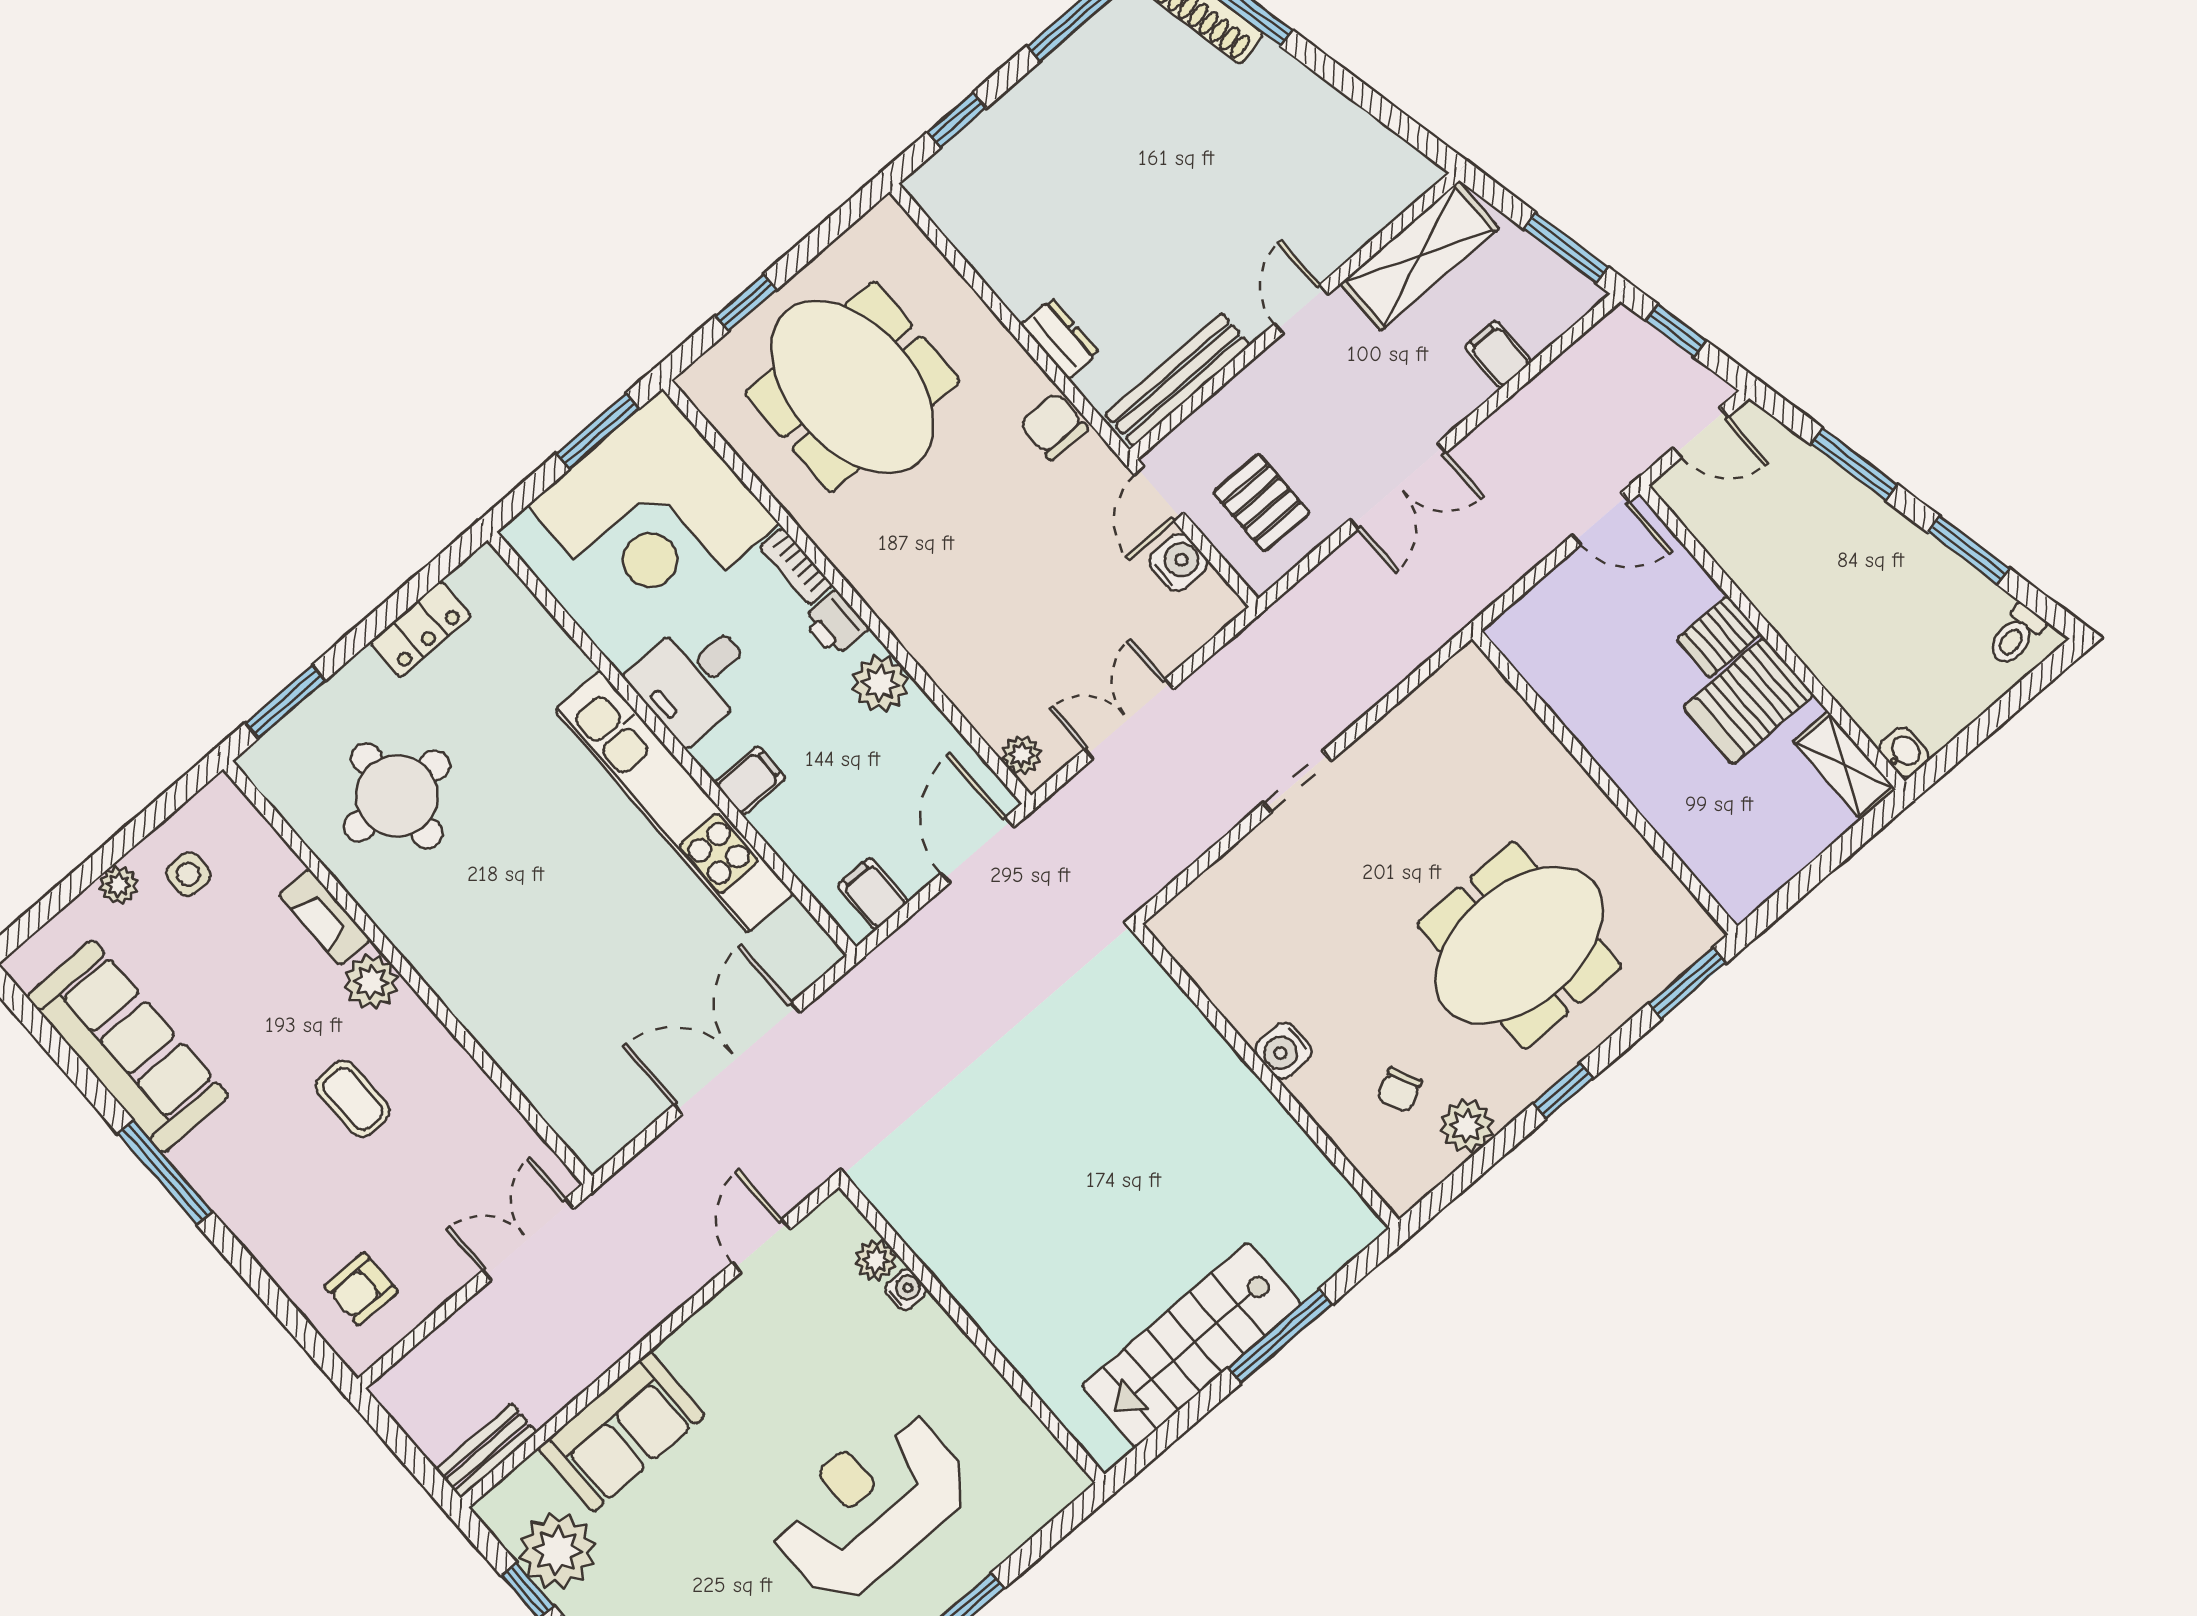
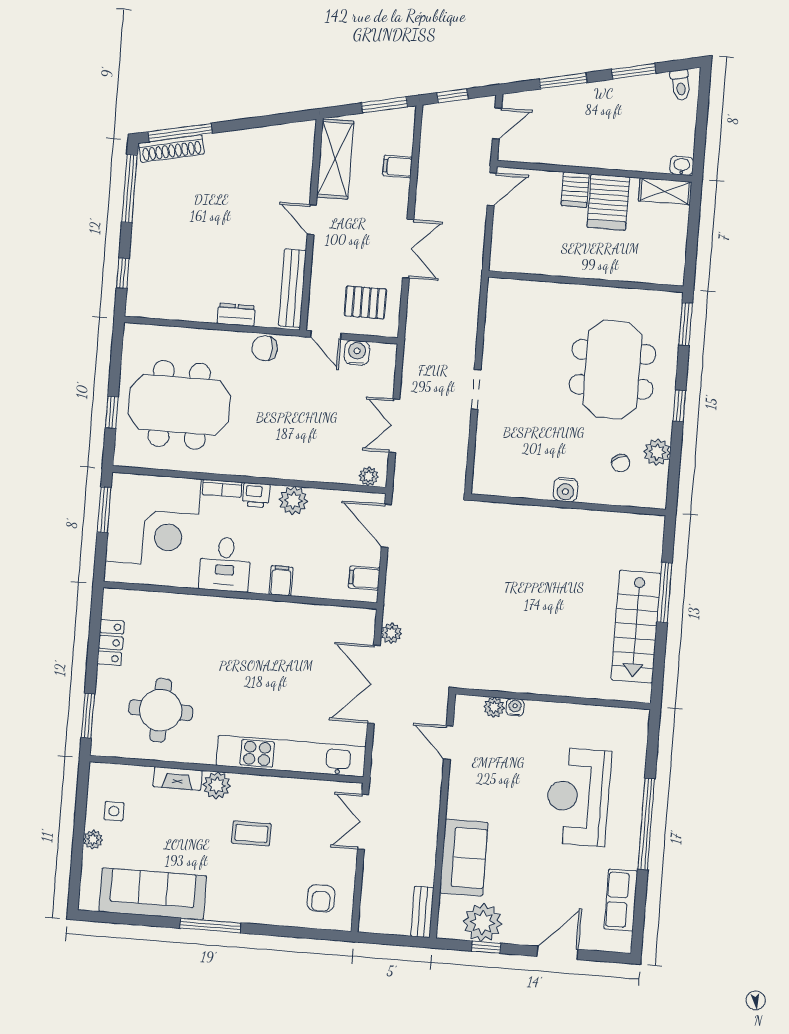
kitchen unit: (674, 802) -> (291, 756), moved, turned 180
plant: (834, 1010) -> (391, 633), added

